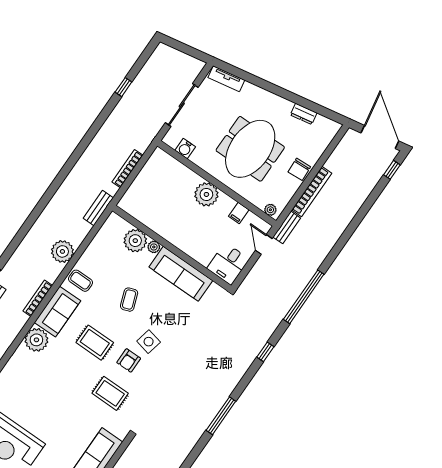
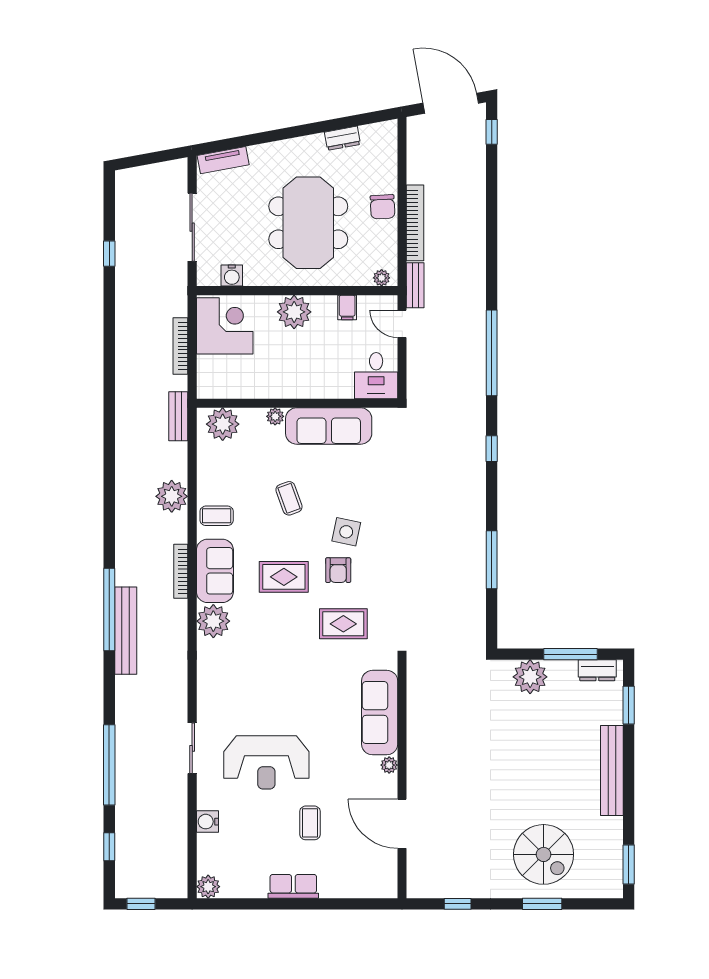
corner desk: (161, 175) -> (225, 326), added
plant: (135, 241) -> (223, 424), moved

